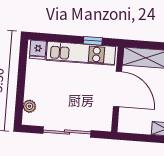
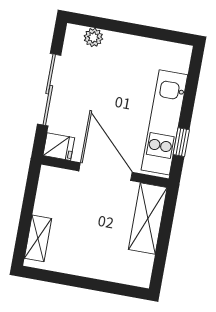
fridge: (38, 50) -> (59, 147), moved, turned 180
door: (118, 89) -> (106, 172), swing flipped

